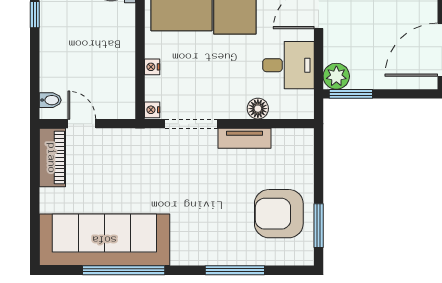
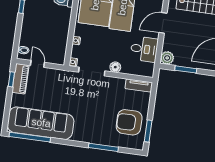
window: (351, 94) -> (186, 69), moved
floor lamp: (258, 109) -> (115, 67), moved
tv unit: (245, 138) -> (139, 85), moved
window: (35, 161) -> (11, 79), added
window: (124, 270) -> (30, 137), moved

